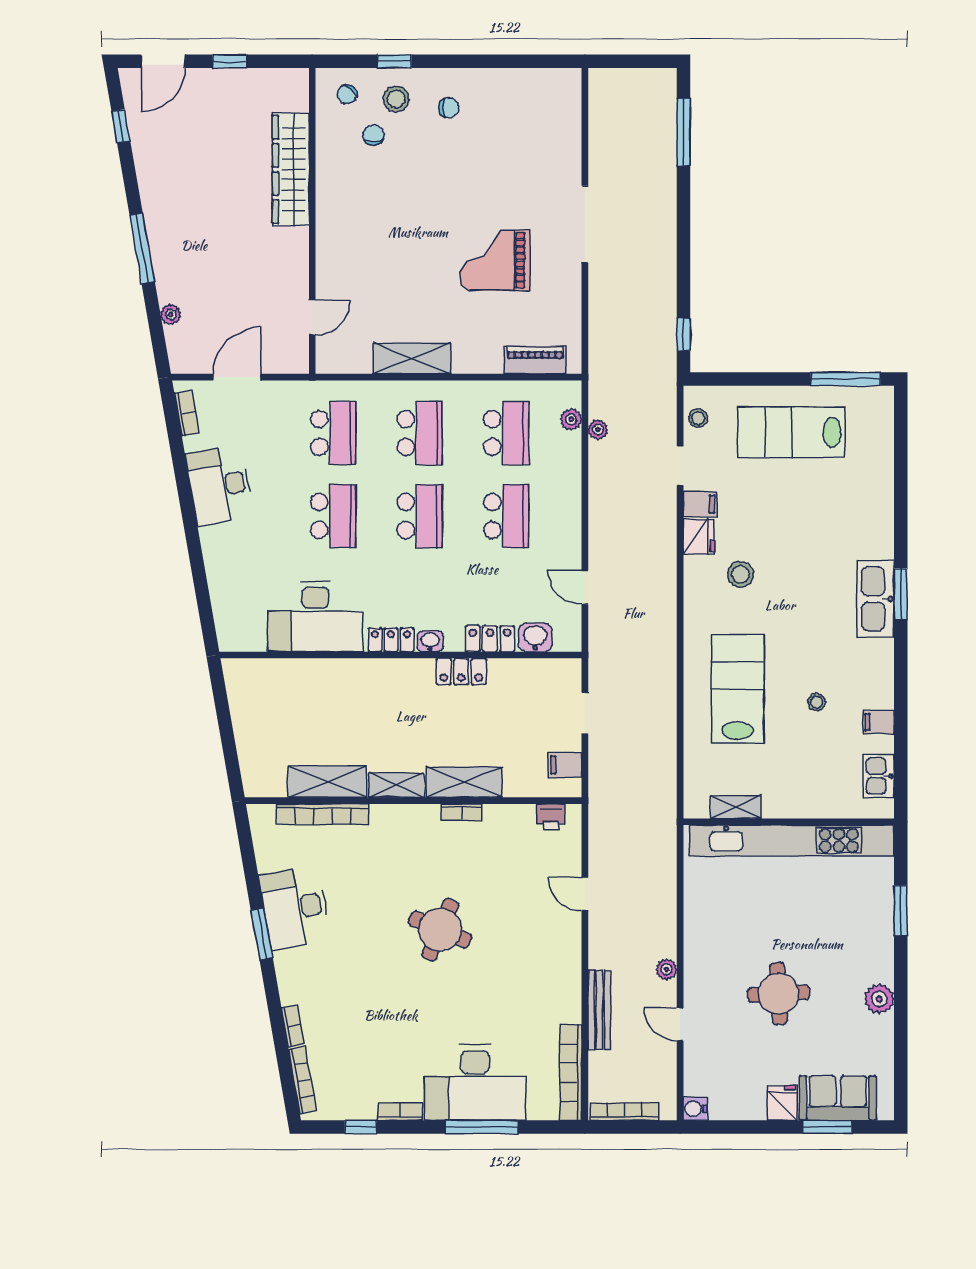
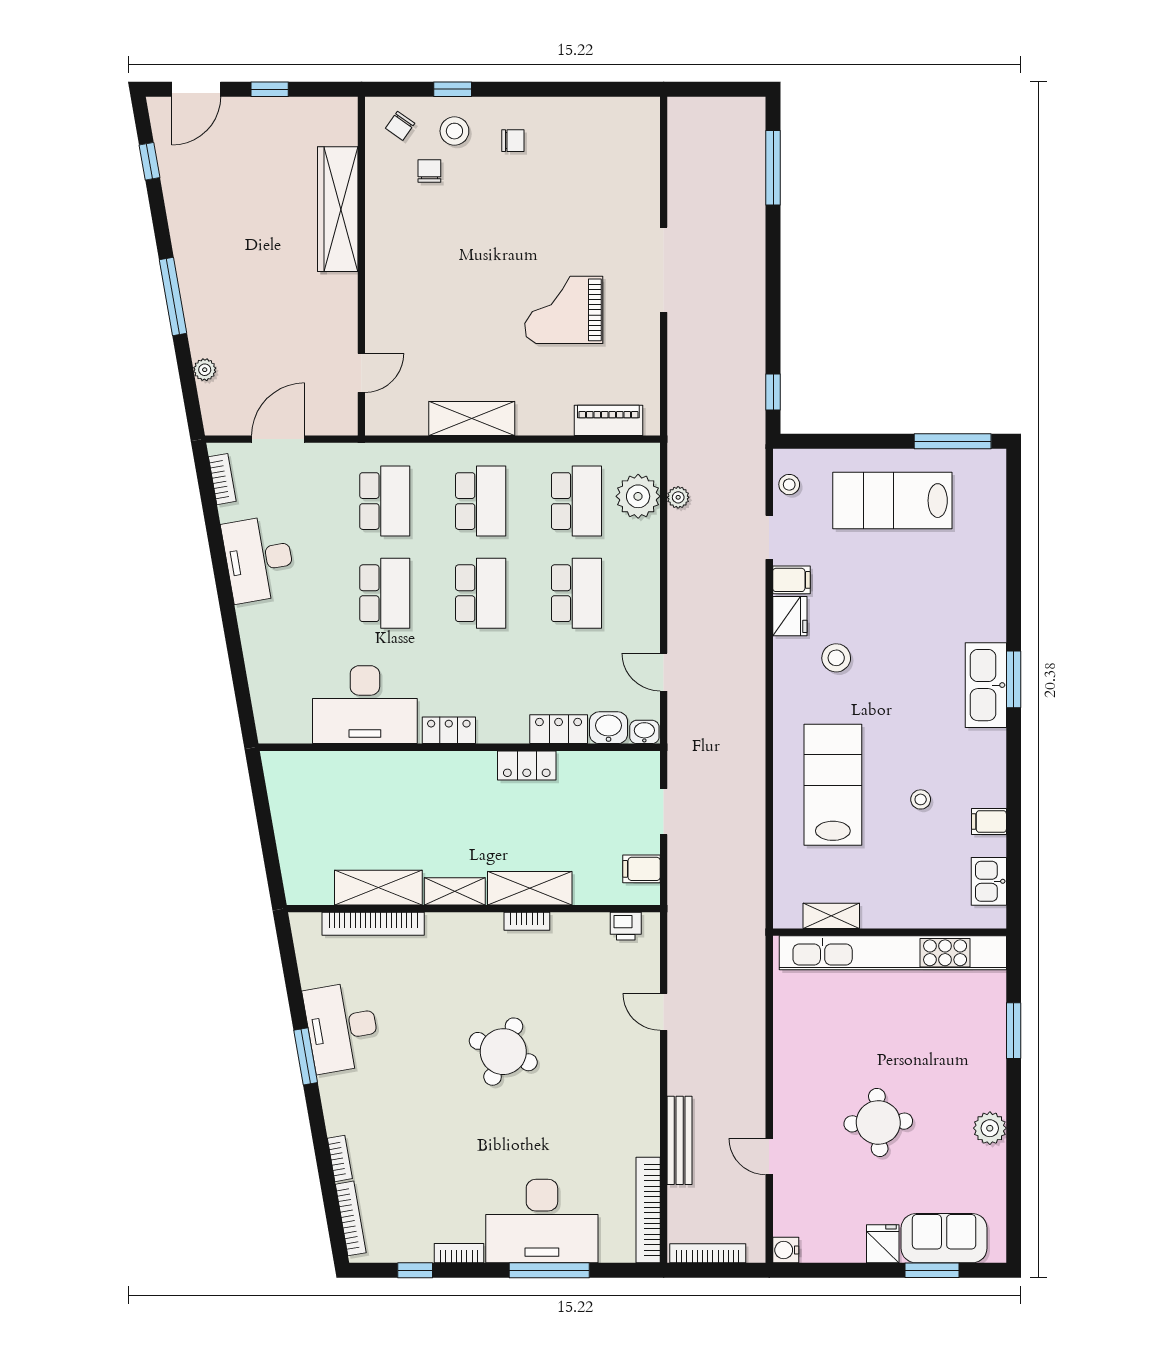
plant: (571, 419) -> (638, 496), width x1.87, depth x1.87
washbasin: (430, 641) -> (644, 732), moved
plant: (667, 969) -> (754, 1096), removed

